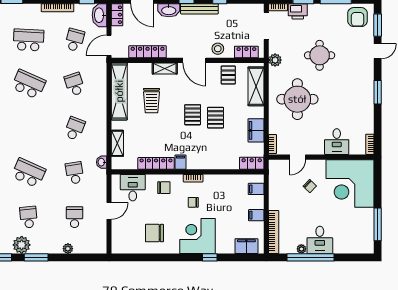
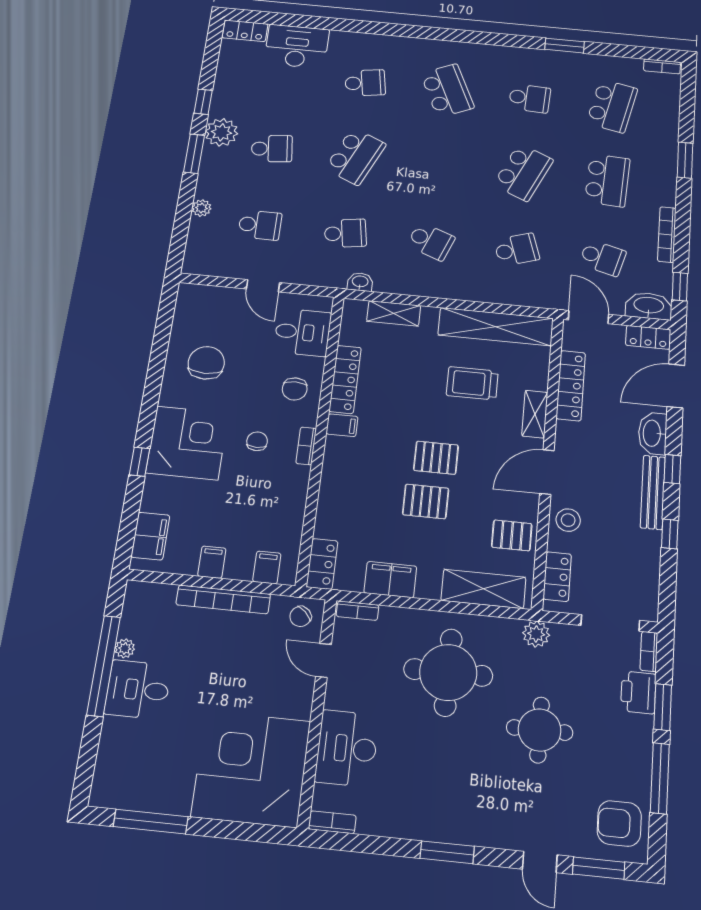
desk: (337, 142) -> (347, 748), width x1.37
chair: (310, 186) -> (300, 616), moved
bookcase: (274, 232) -> (223, 599), moved

